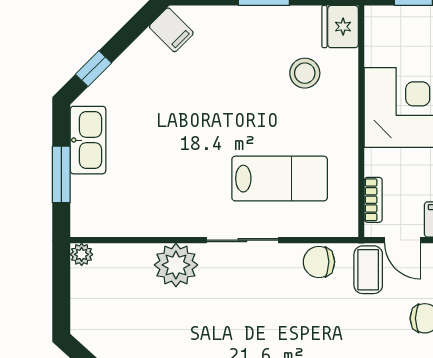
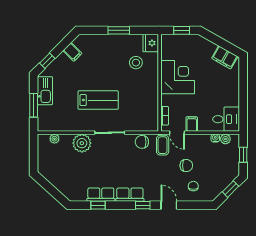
filing cabinet: (171, 30) -> (72, 52), moved
lab bench: (280, 179) -> (98, 100), moved
plant: (82, 254) -> (54, 139), moved

